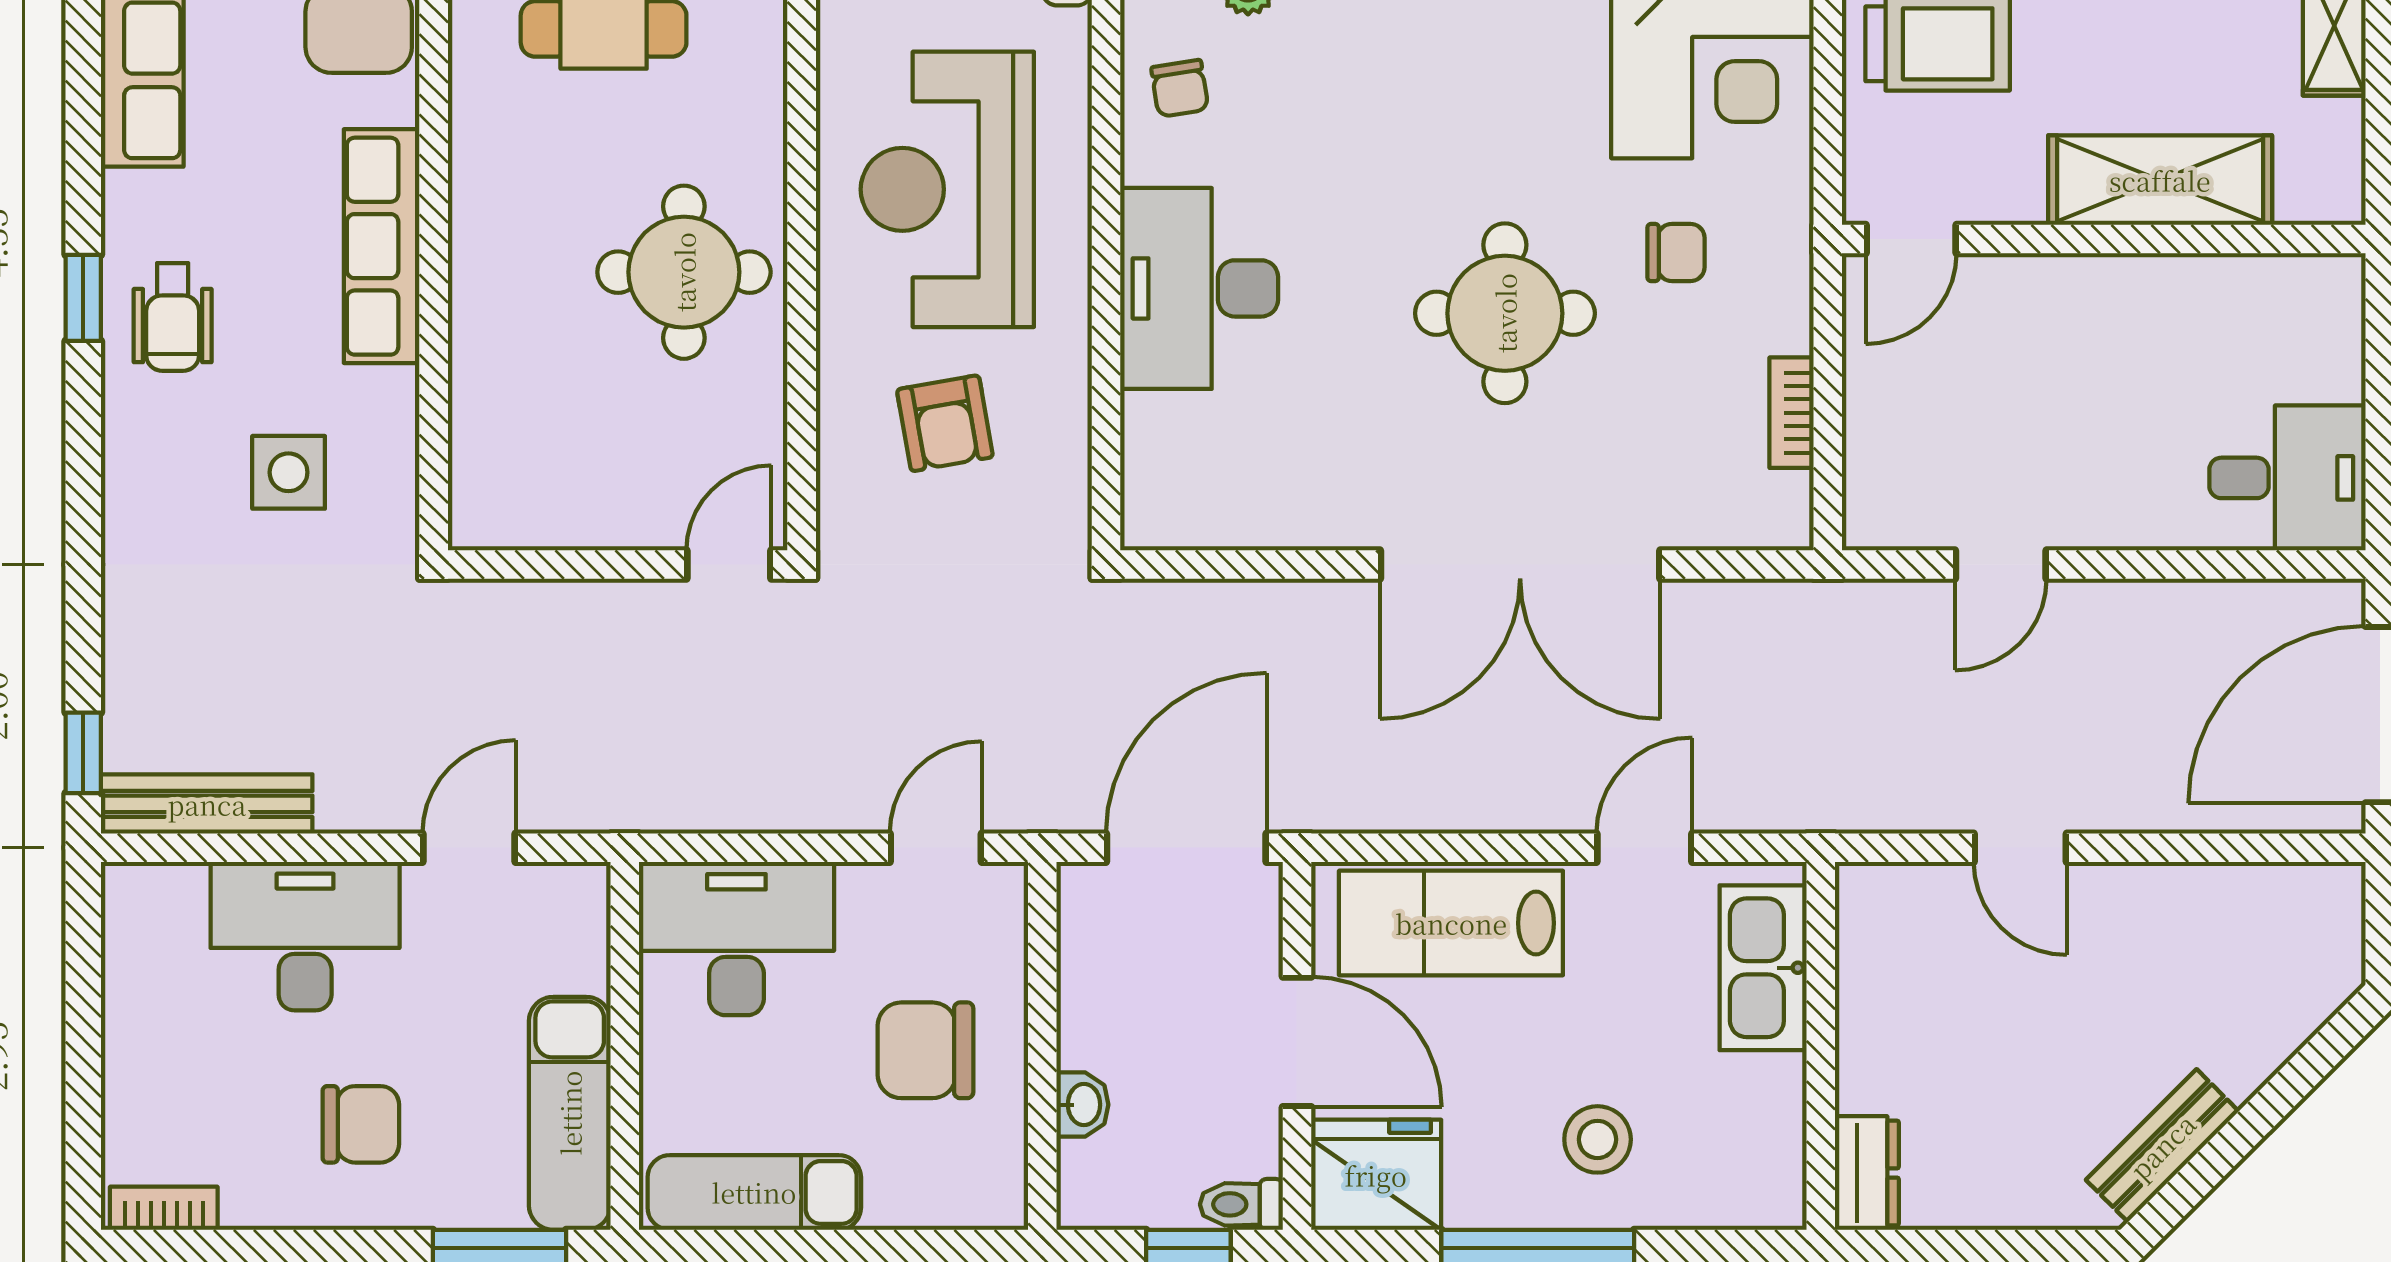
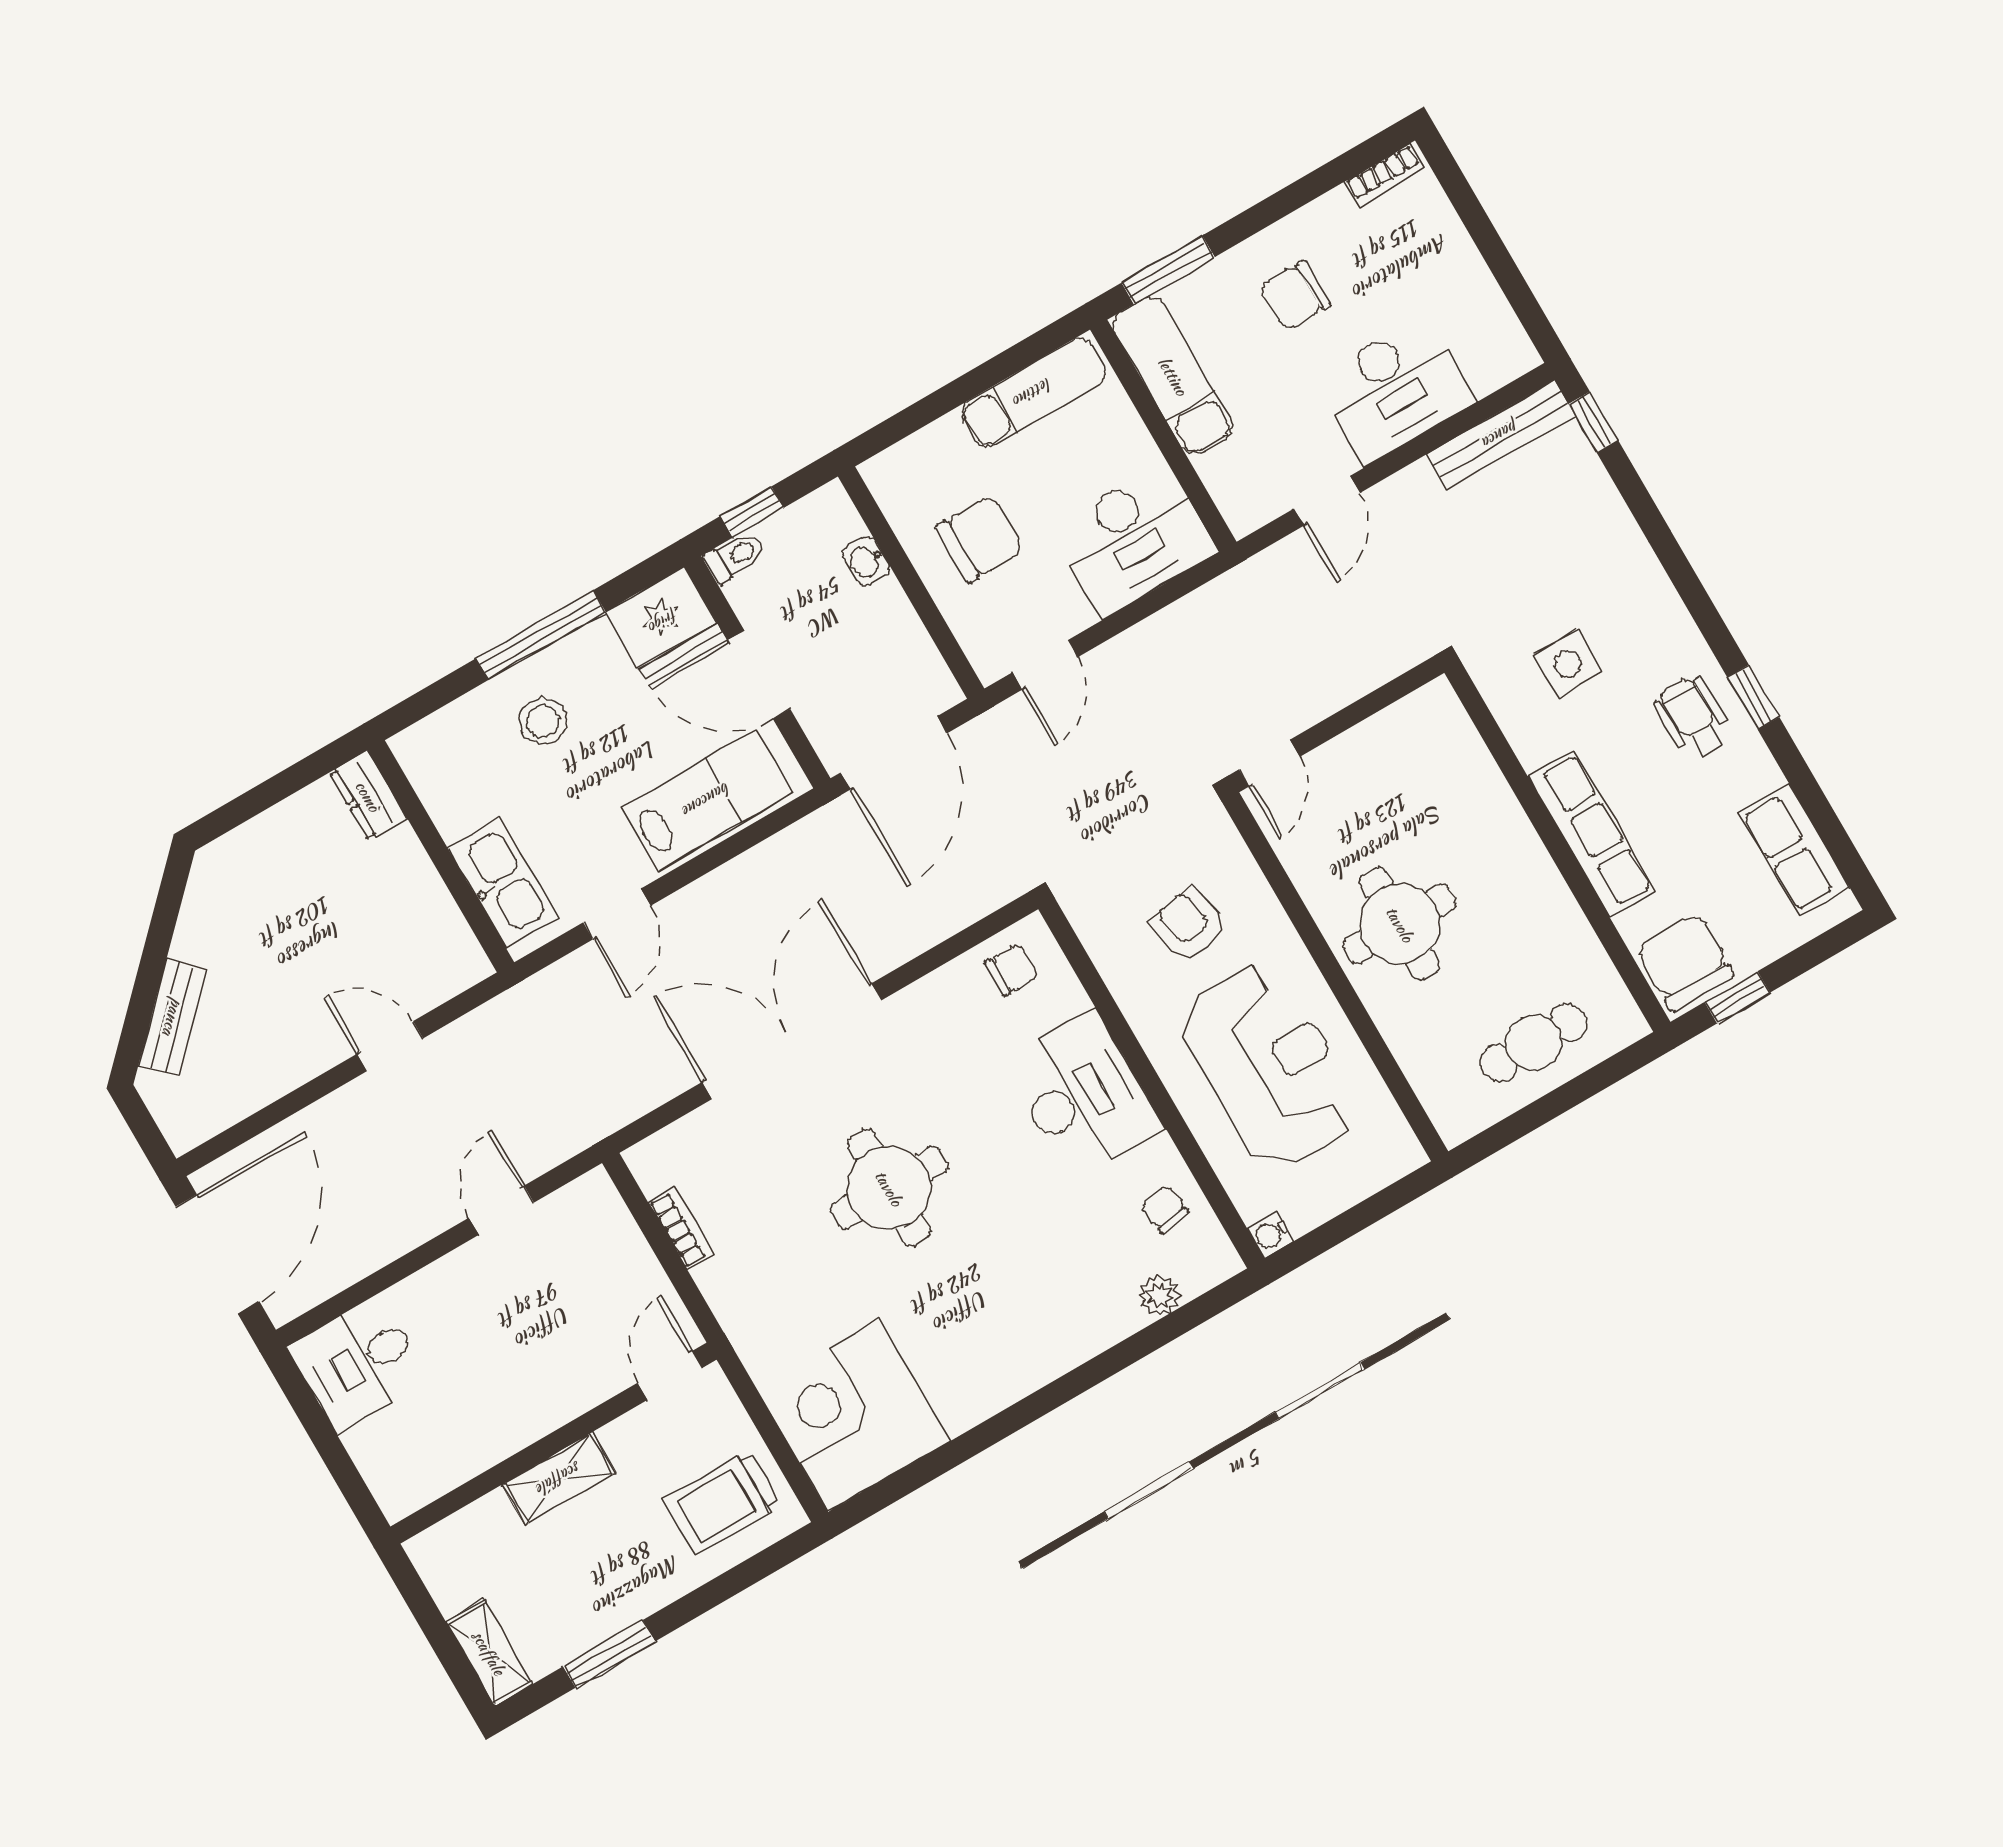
shelving: (2160, 180) -> (559, 1479), width x0.67, depth x0.75
chair: (1676, 253) -> (1012, 970), moved, turned 180
bench: (2162, 1146) -> (173, 1017), moved

